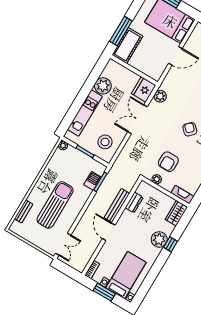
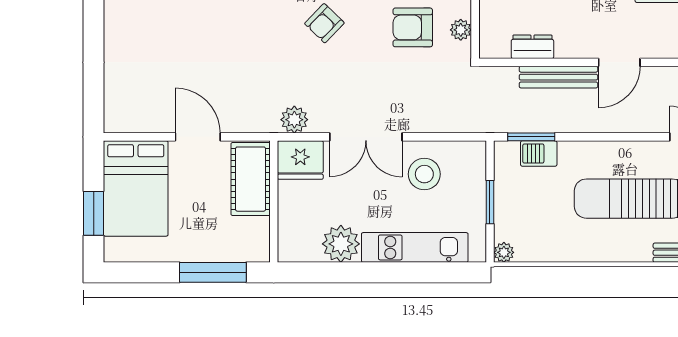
cot: (127, 45) -> (251, 179), moved, turned 90
stool: (105, 142) -> (424, 174), moved
armchair: (168, 162) -> (413, 27), turned 180

